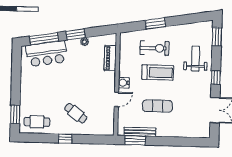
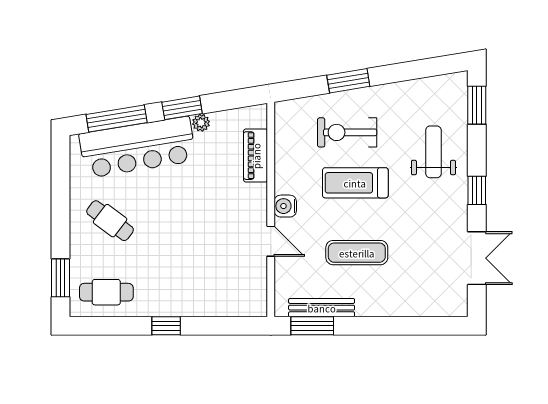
exercise bike: (154, 48) -> (347, 132), turned 180
bar counter: (47, 54) -> (137, 147), width x1.36
treadmill: (158, 72) -> (355, 183), turned 180
door: (116, 99) -> (271, 241), hinge flipped
cafe table: (76, 113) -> (110, 221), moved

